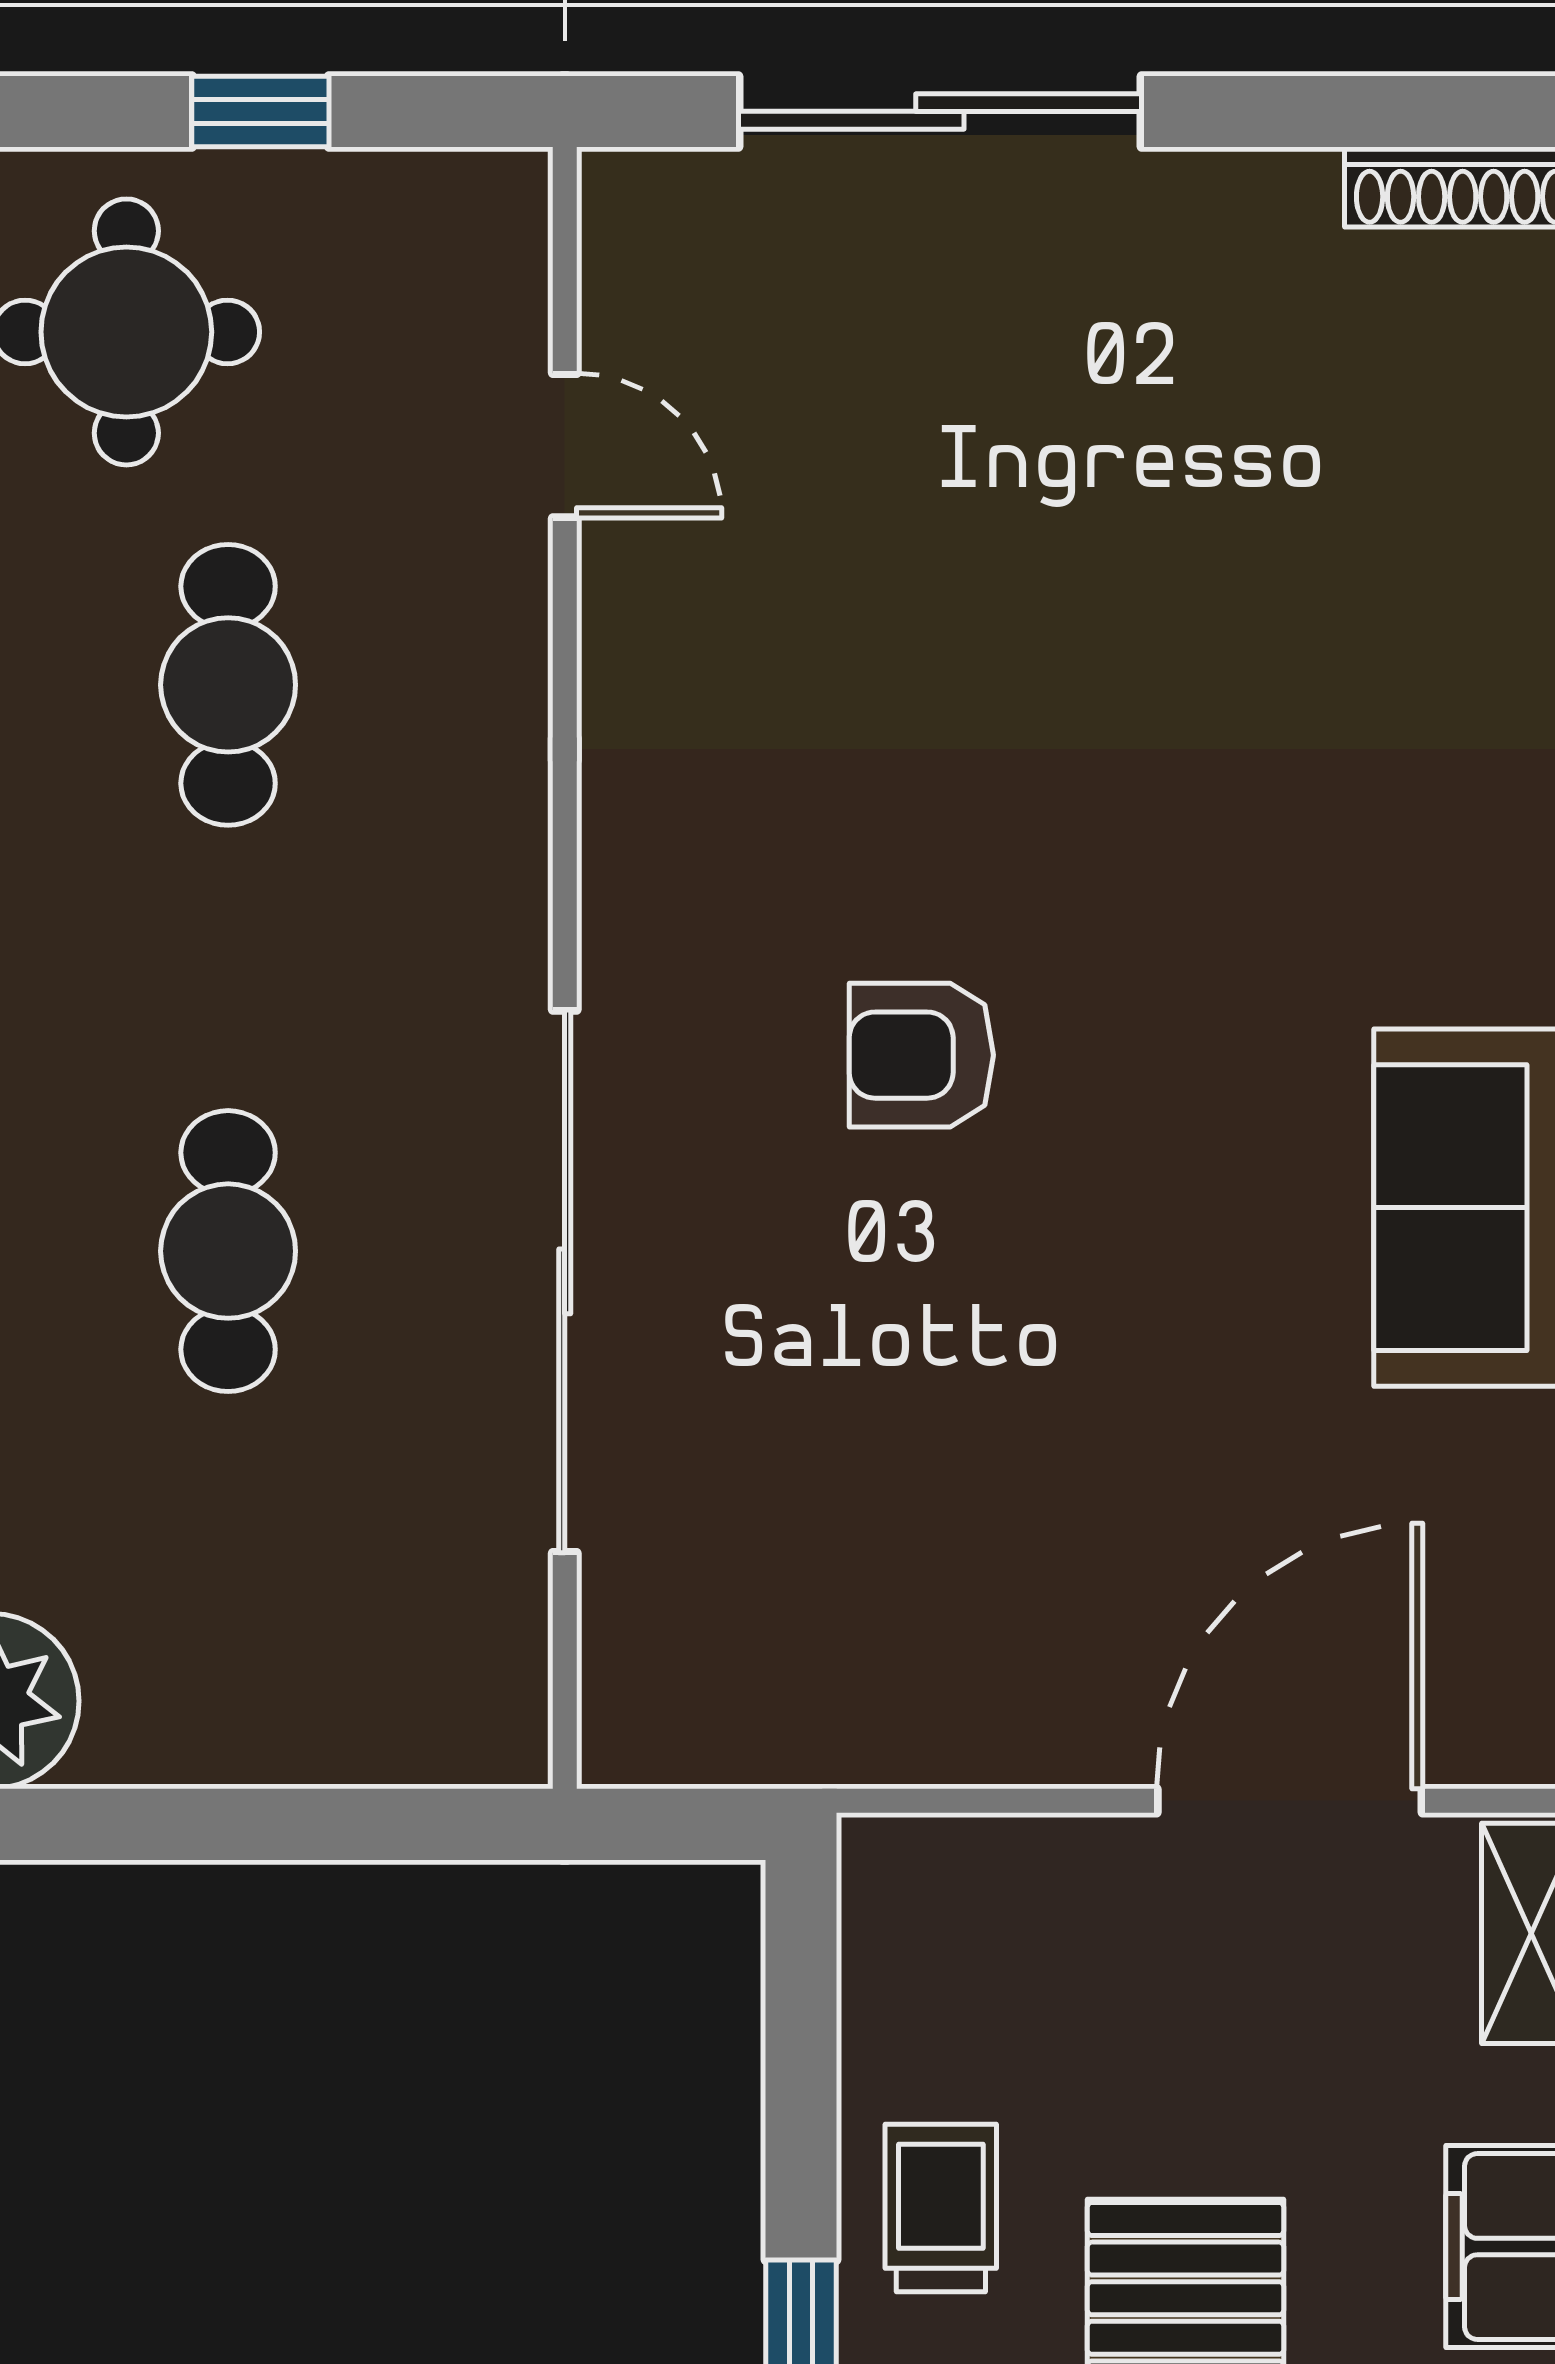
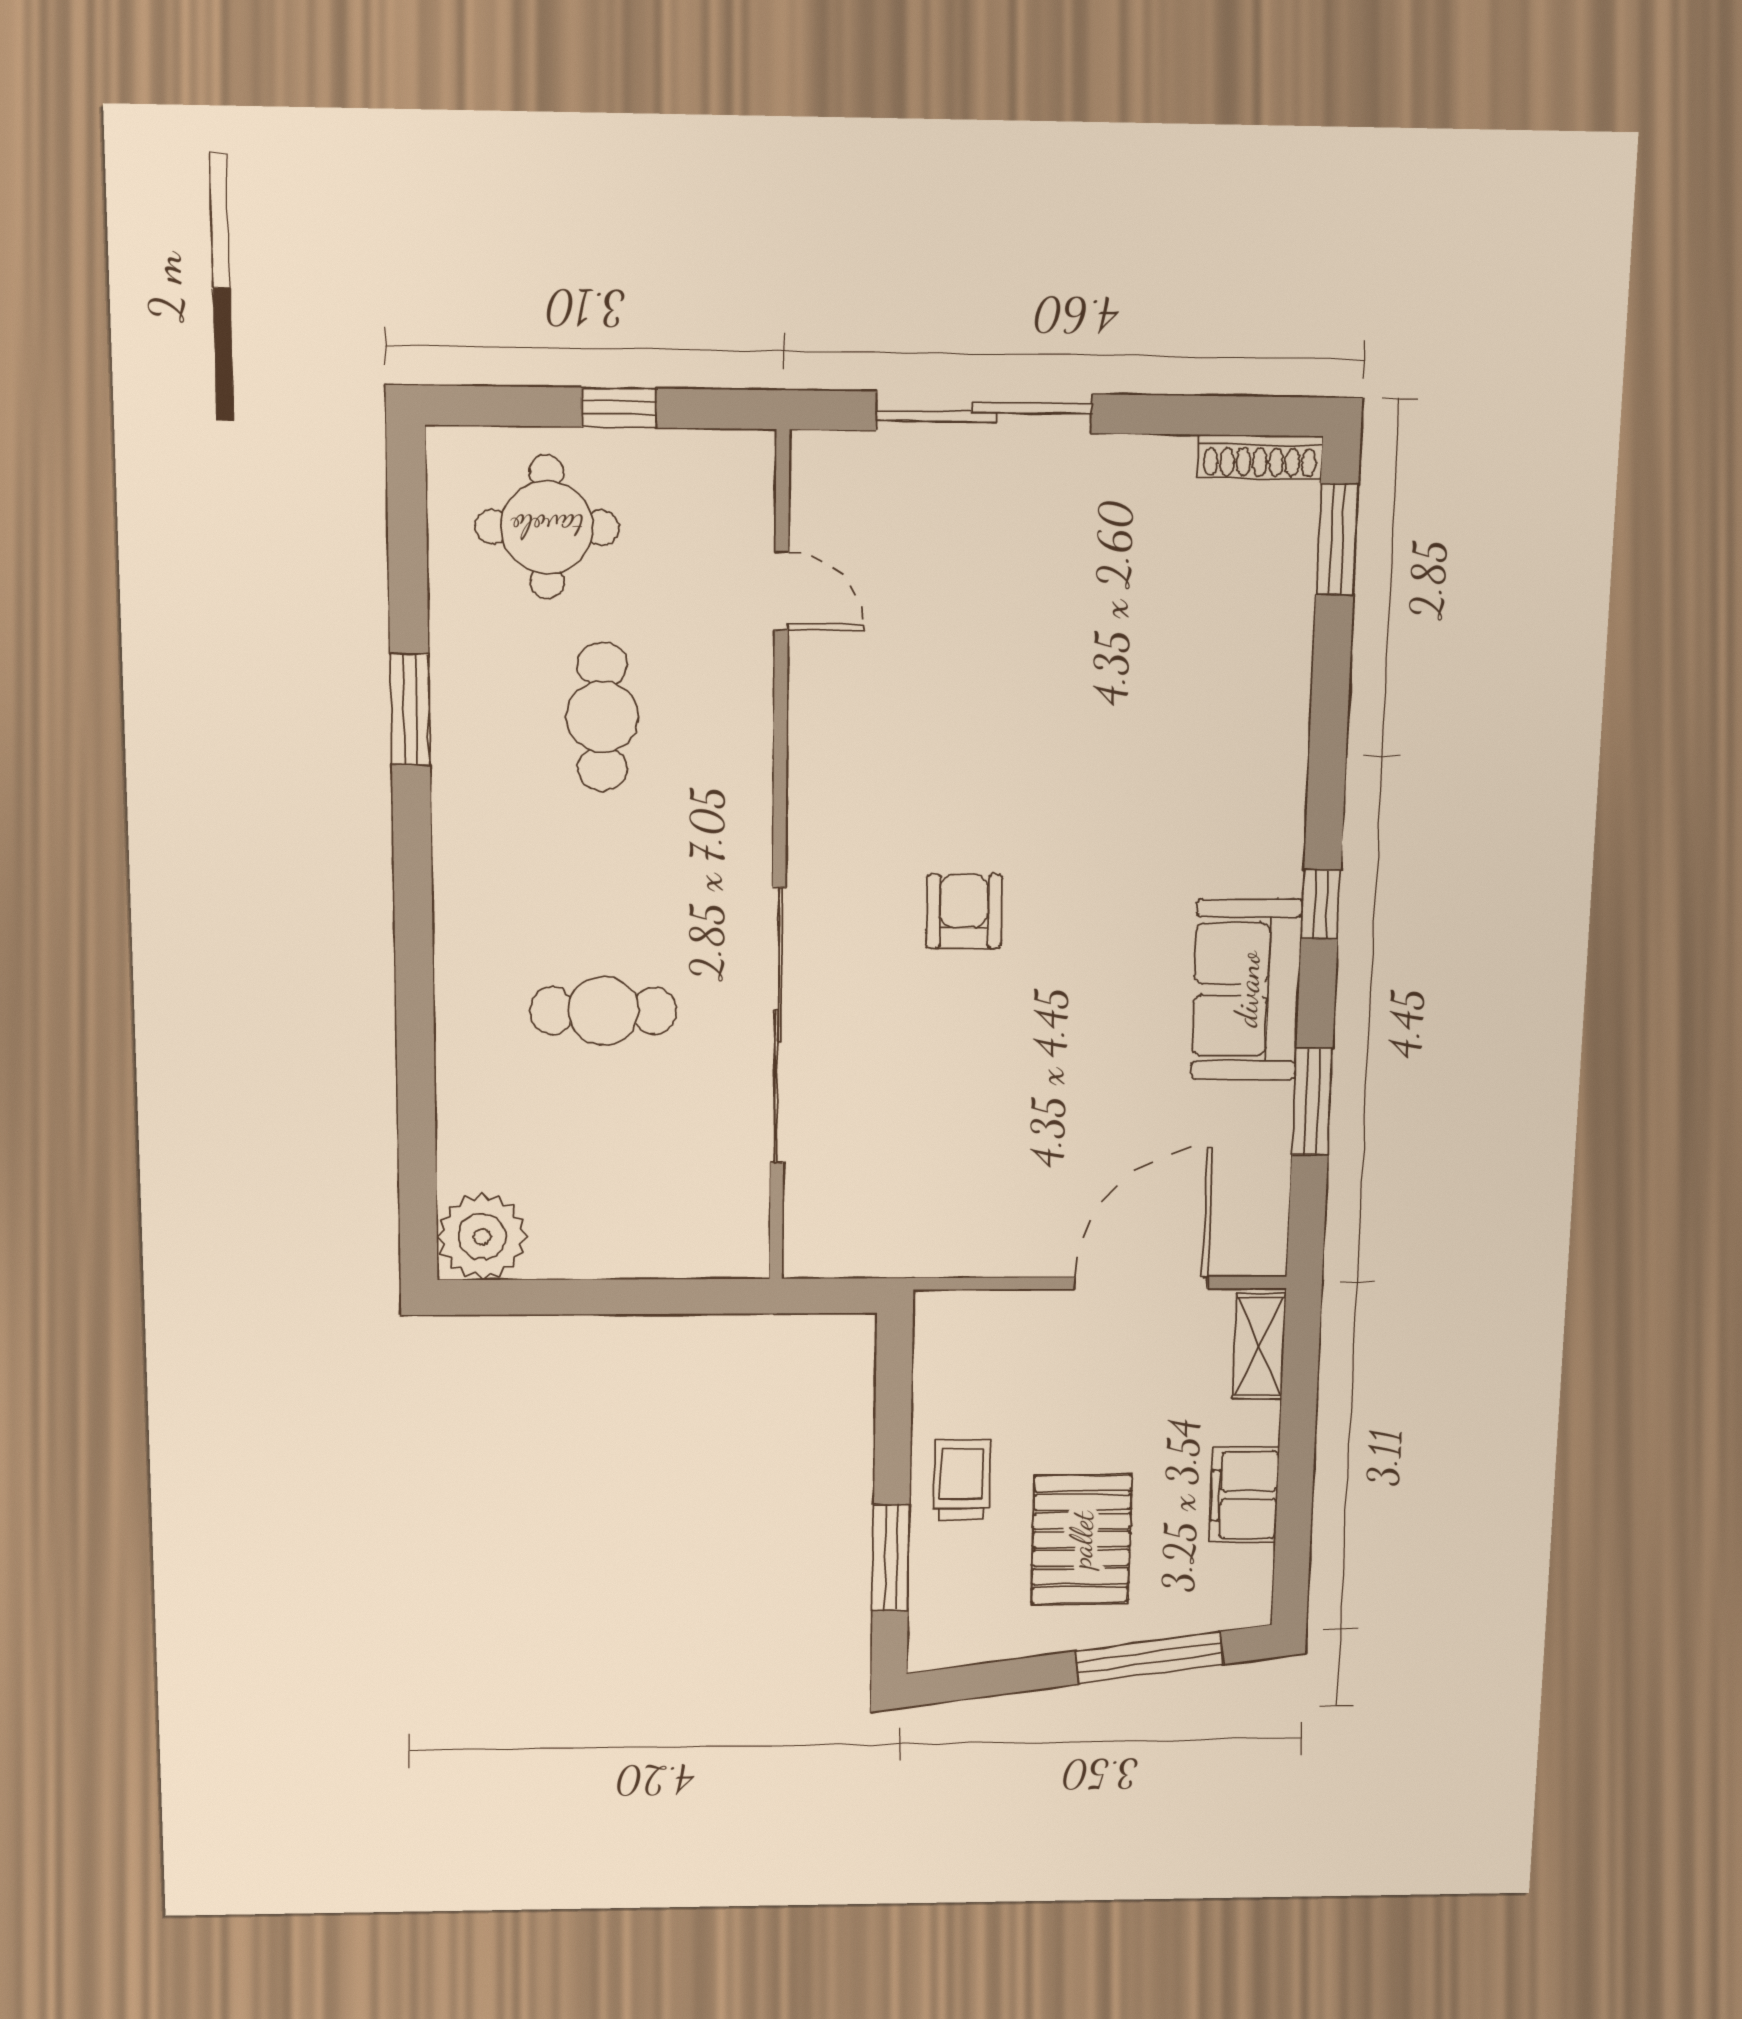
armchair: (921, 1055) -> (964, 911), turned 90
cafe table: (228, 1251) -> (603, 1011), turned 90

